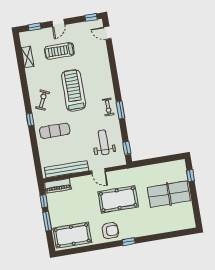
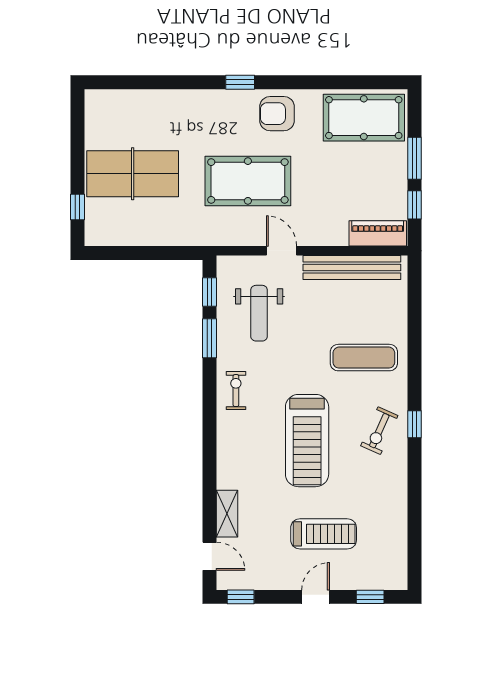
shelving: (27, 57) -> (227, 514), moved
window: (120, 110) -> (210, 338), moved
window: (30, 120) -> (414, 424), moved

